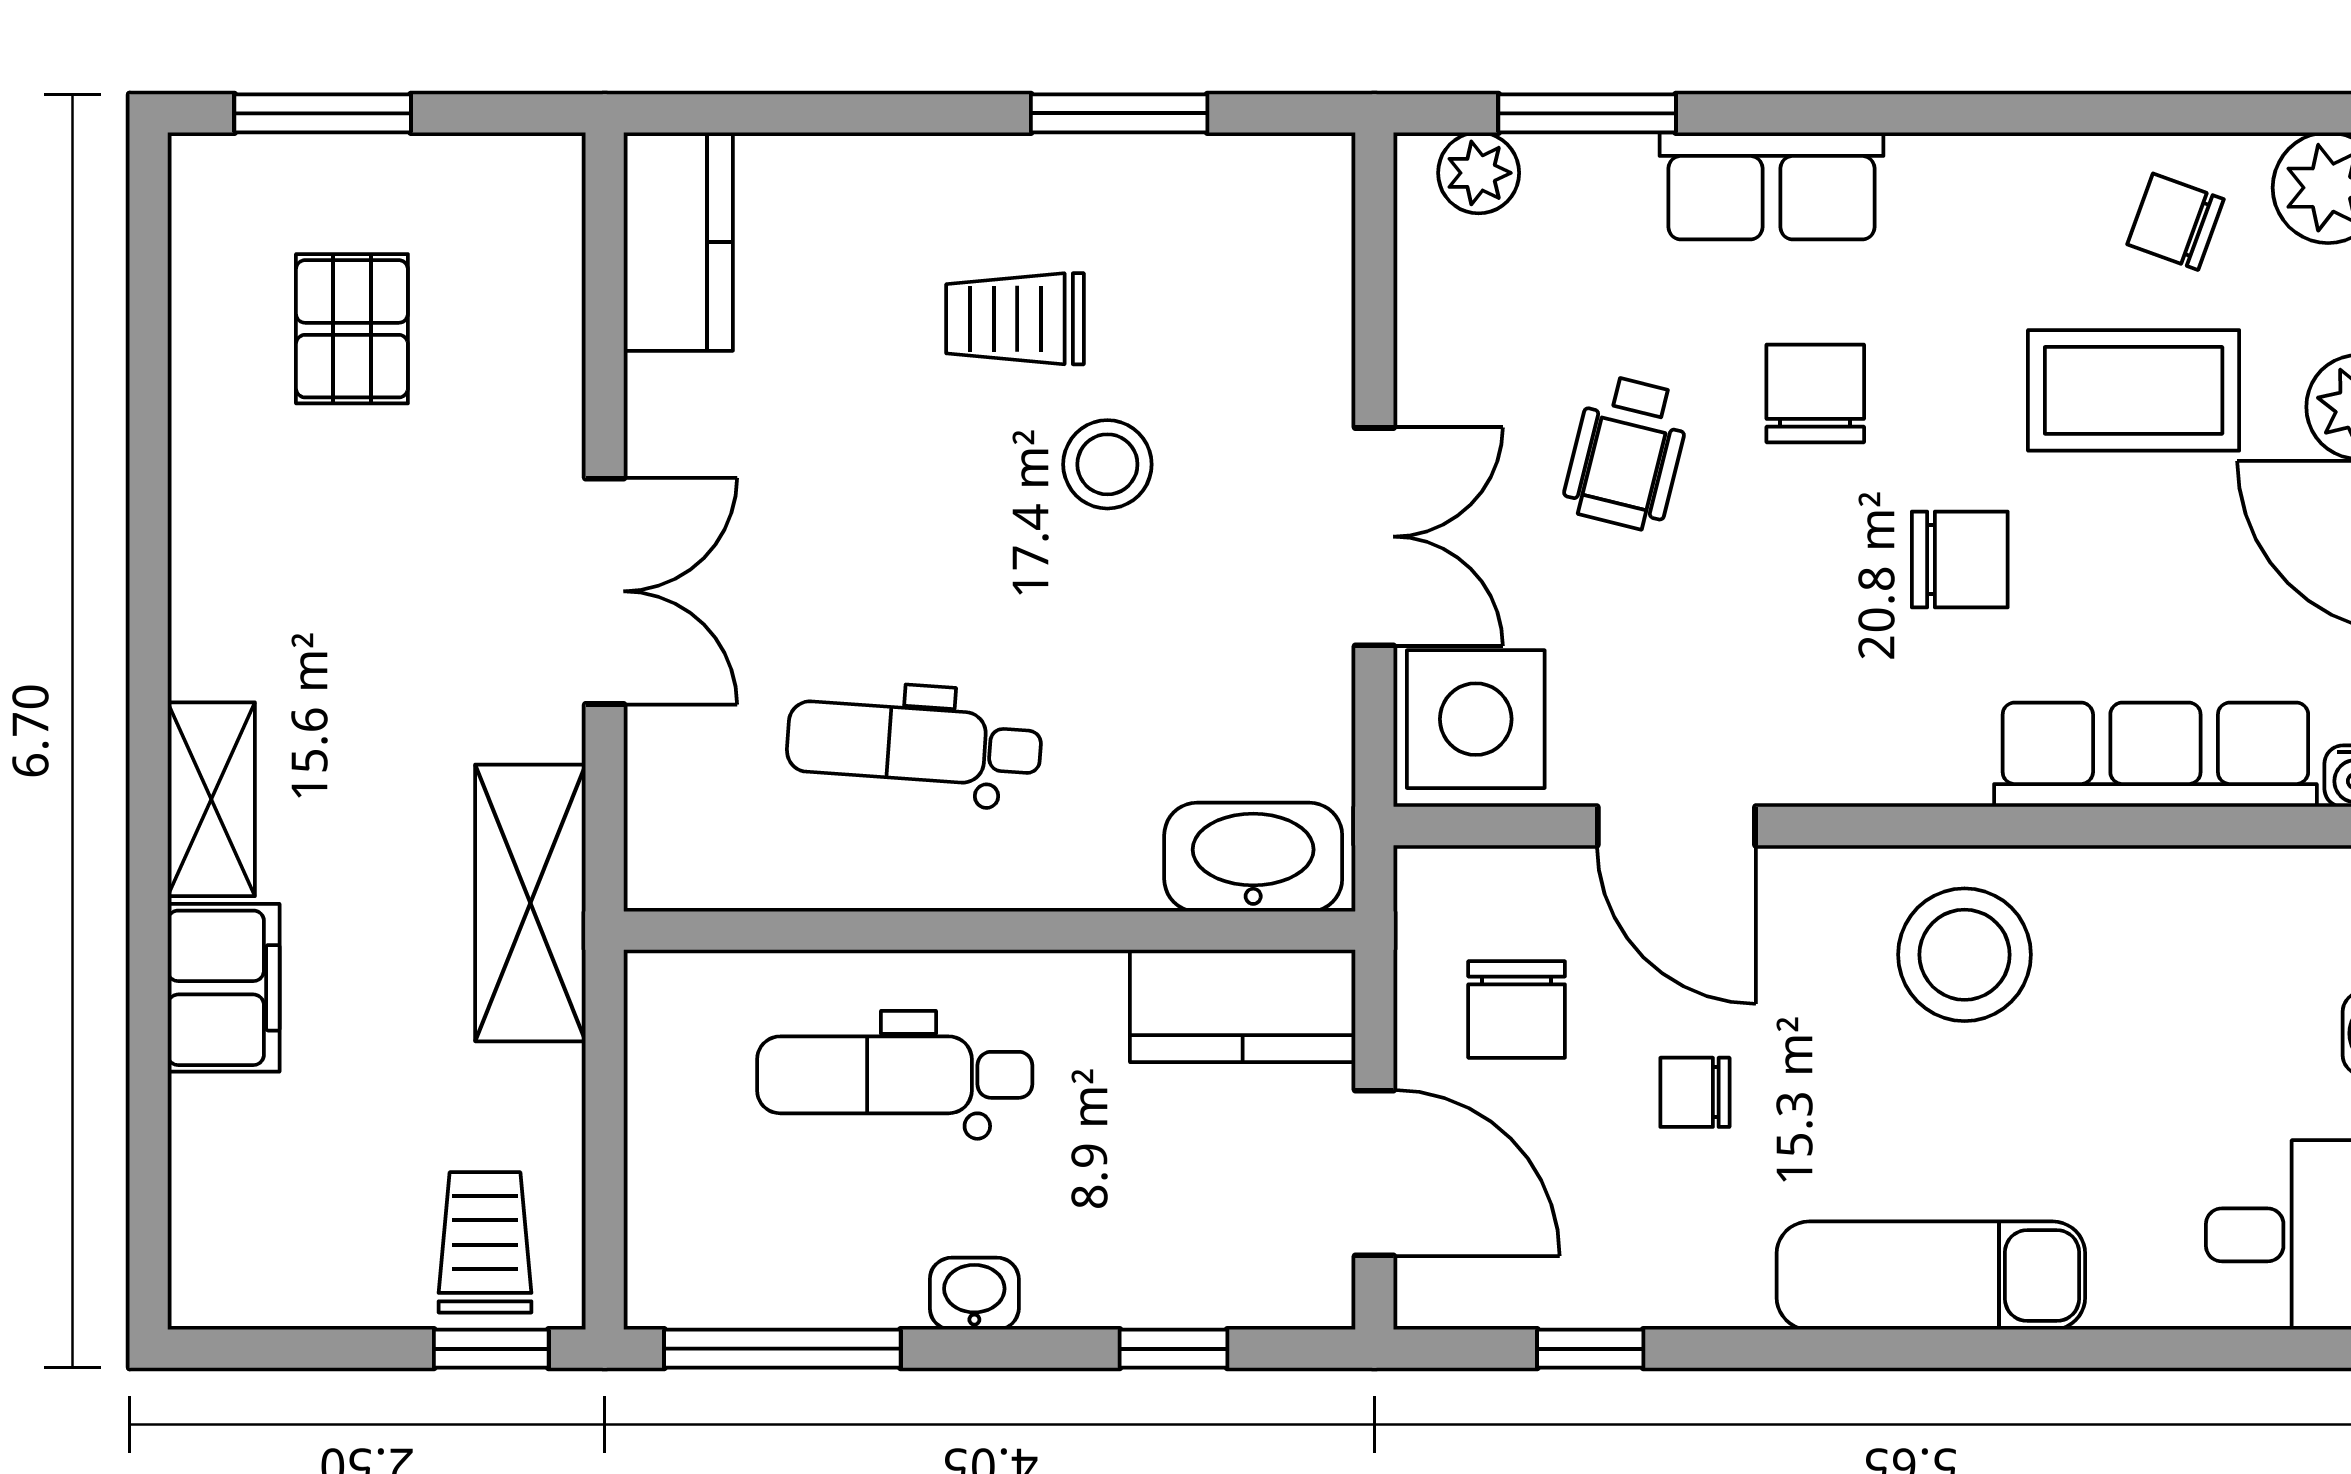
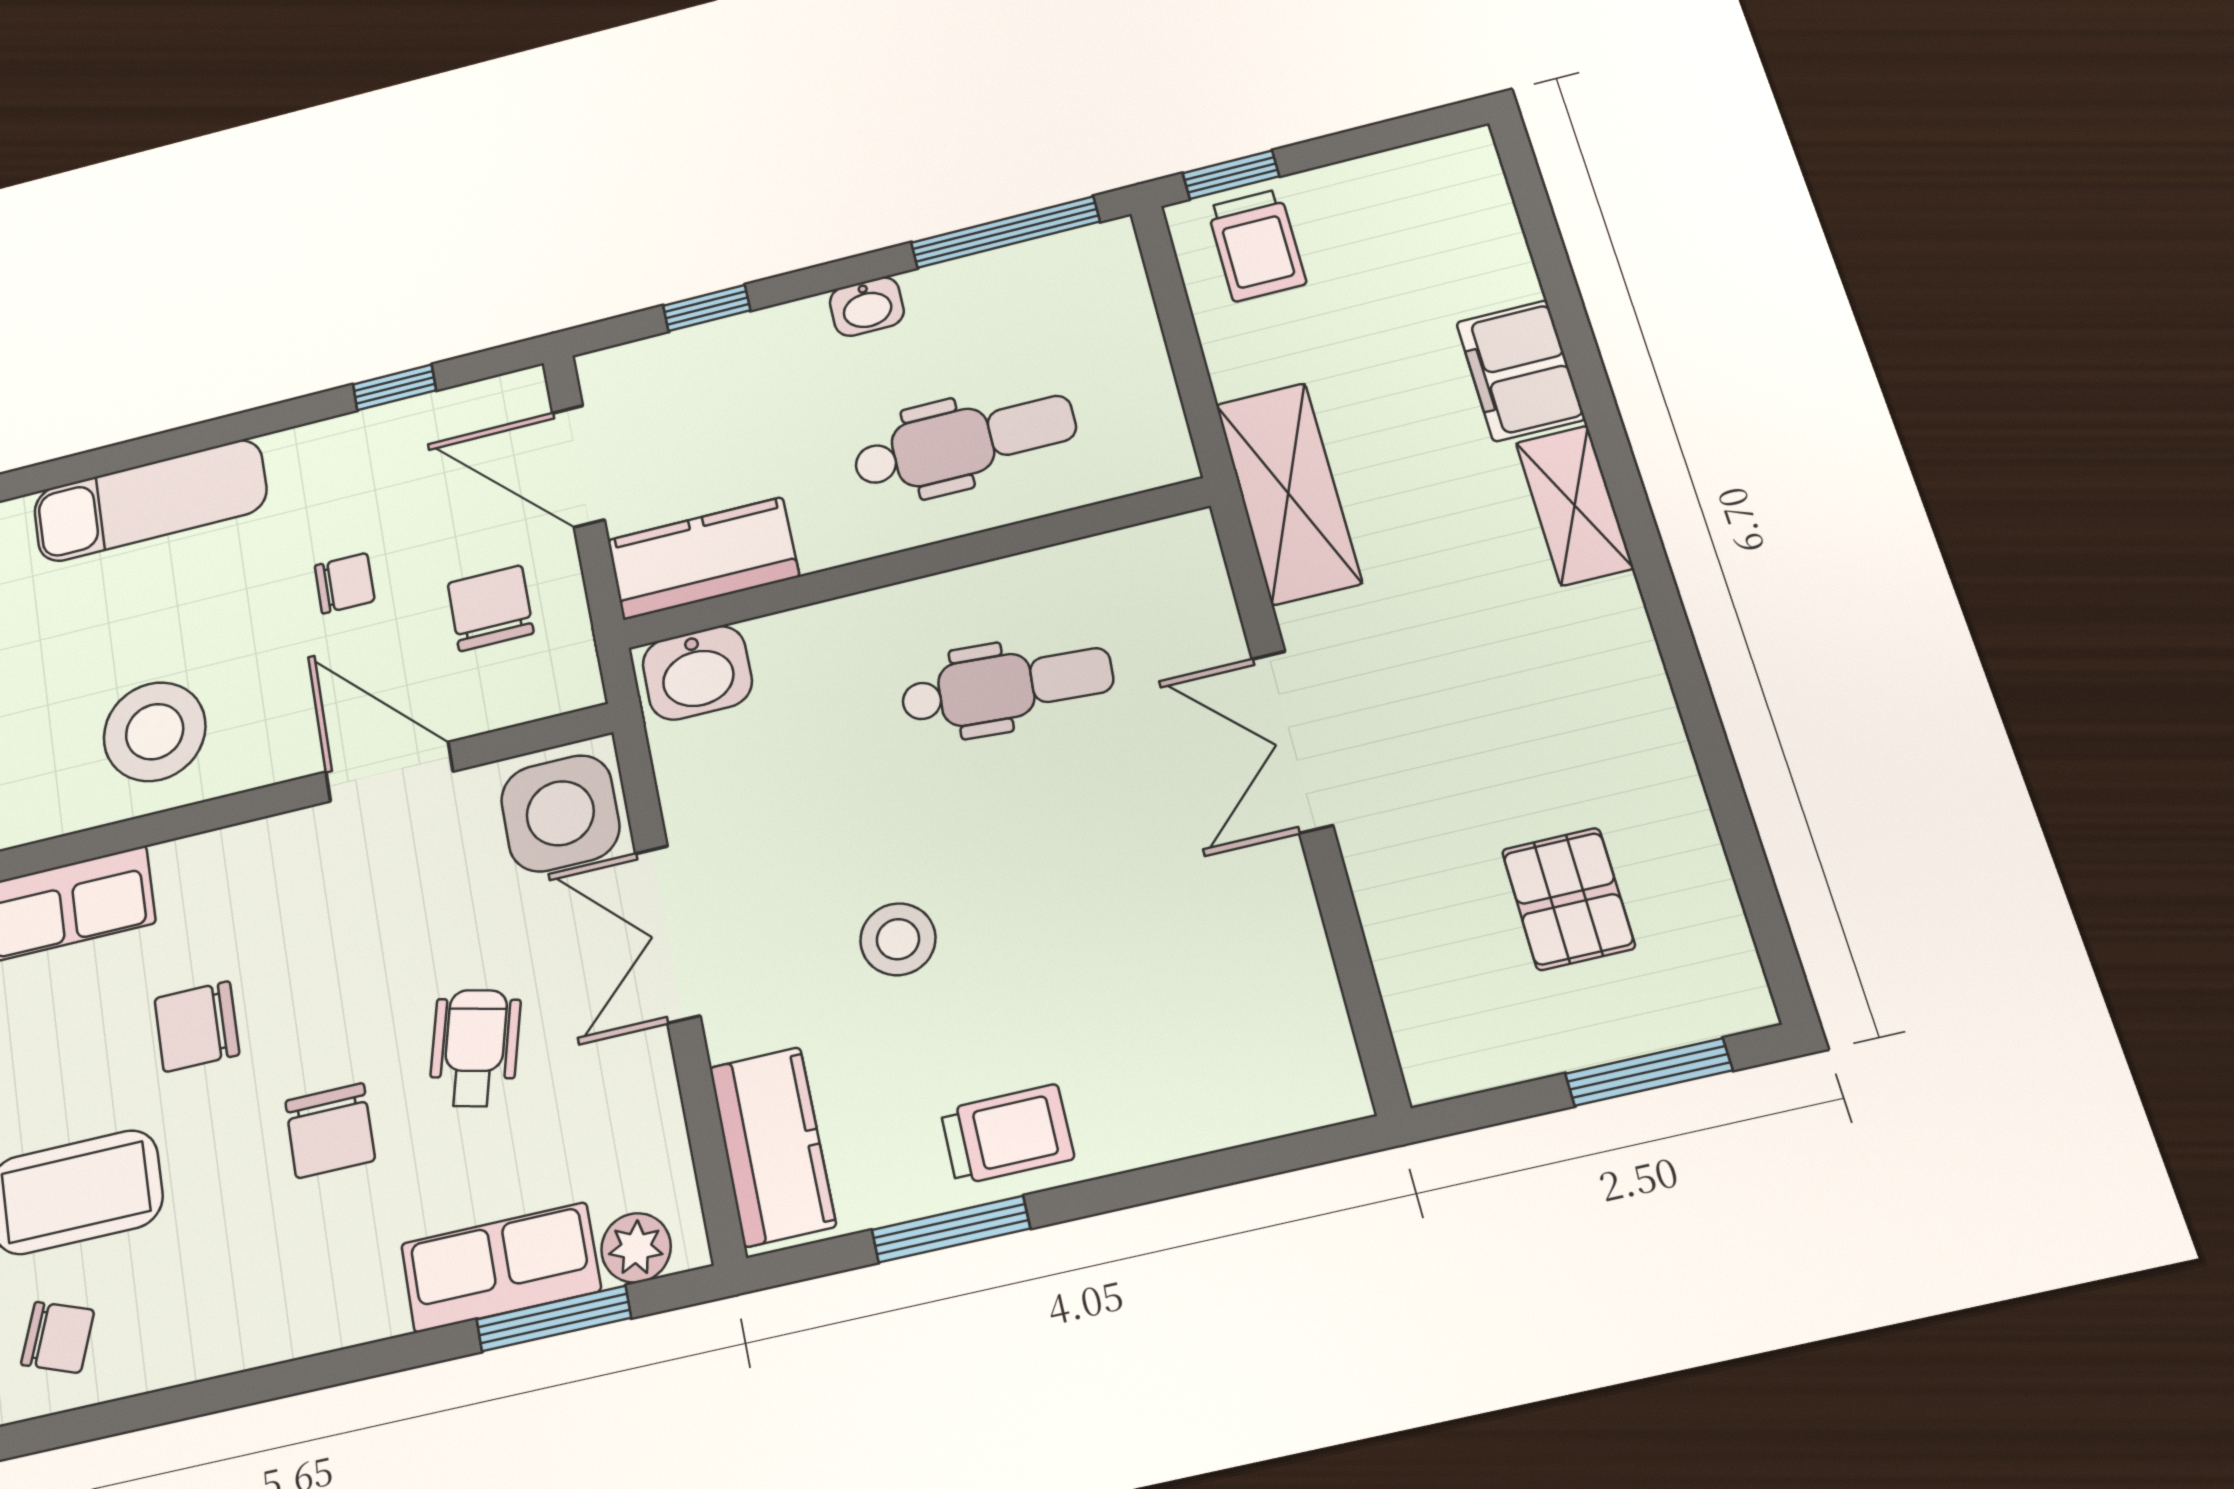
row of seats: (1771, 186) -> (501, 1267), moved
kitchen counter: (678, 242) -> (772, 1146), moved, turned 180
trolley: (1015, 319) -> (1007, 1134), moved
washbasin: (1253, 857) -> (697, 673), width x0.72

